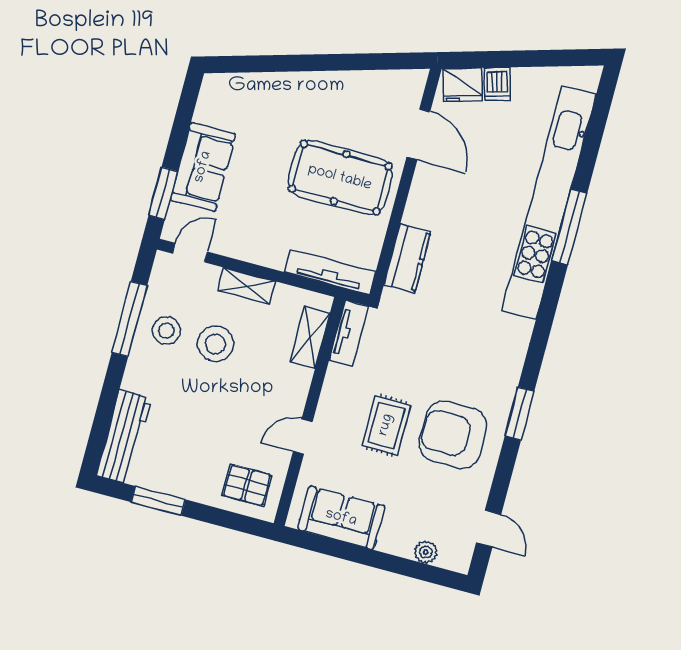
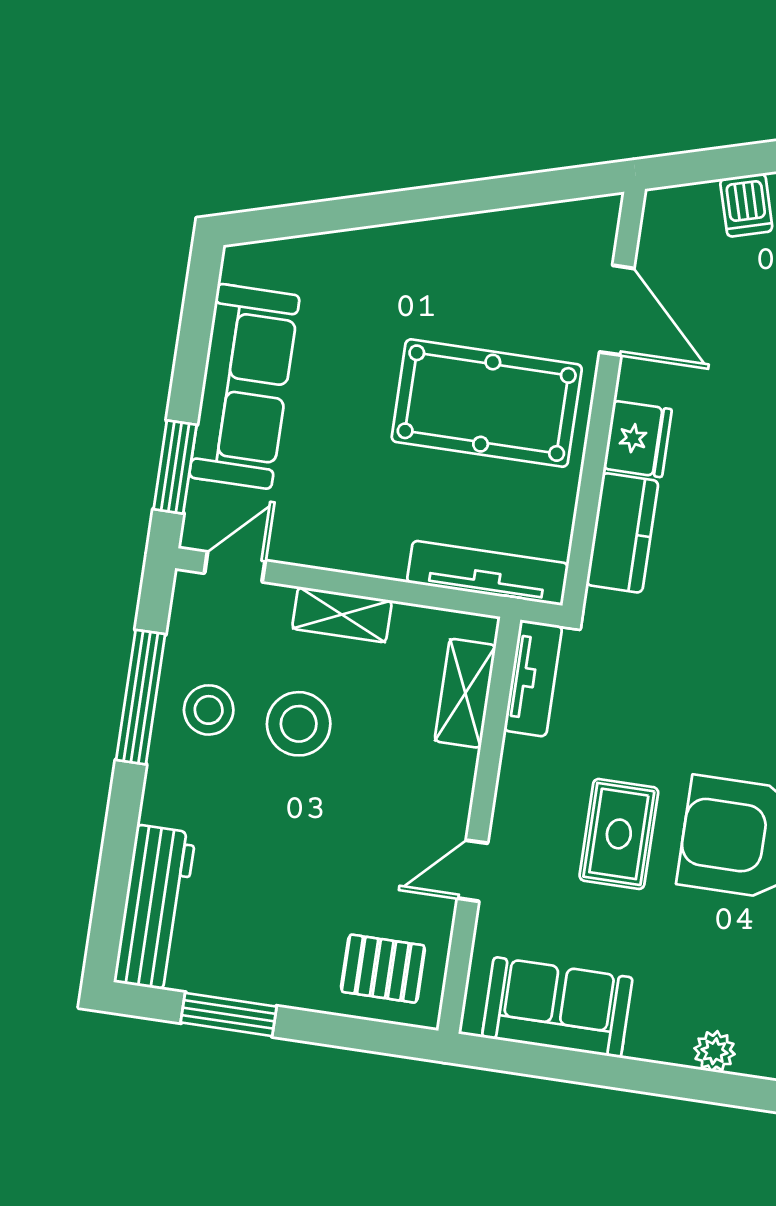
fridge: (463, 85) -> (638, 439), moved, turned -74
sofa: (203, 167) -> (244, 386), width x1.36

